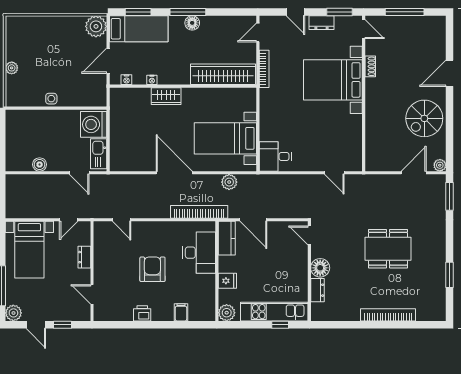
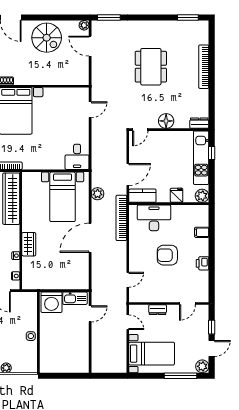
boiler: (40, 164) -> (83, 345), removed
window: (450, 275) -> (188, 17), moved
dresser: (317, 290) -> (199, 123), moved

